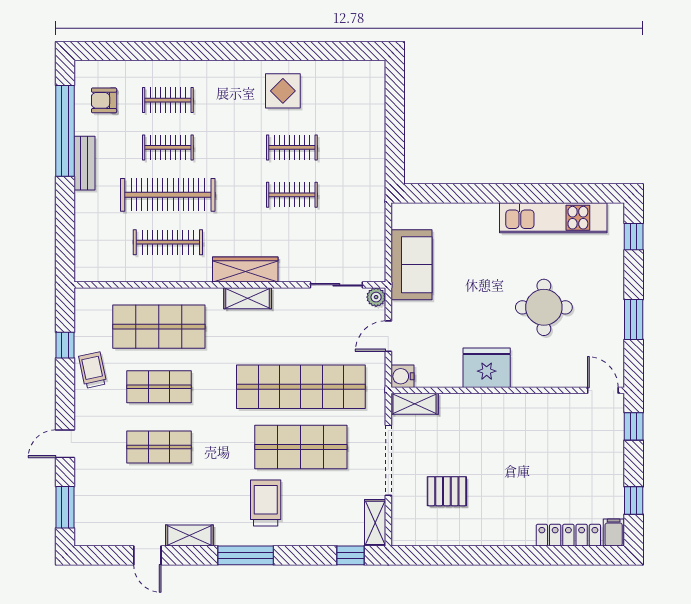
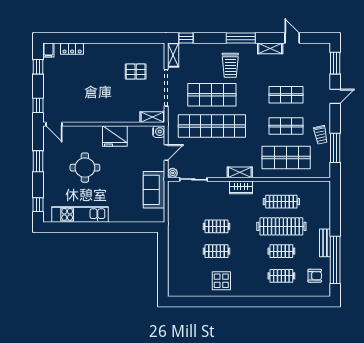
wardrobe: (245, 269) -> (241, 187), width x0.67
window: (65, 345) -> (335, 148), width x2.17
locker: (568, 535) -> (72, 49), width x0.66

